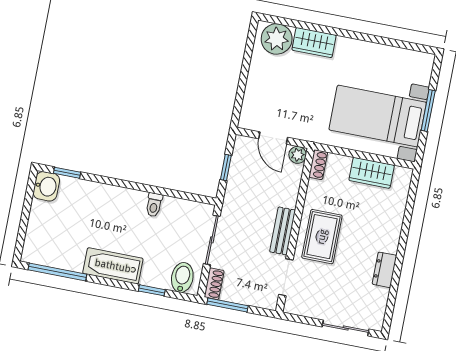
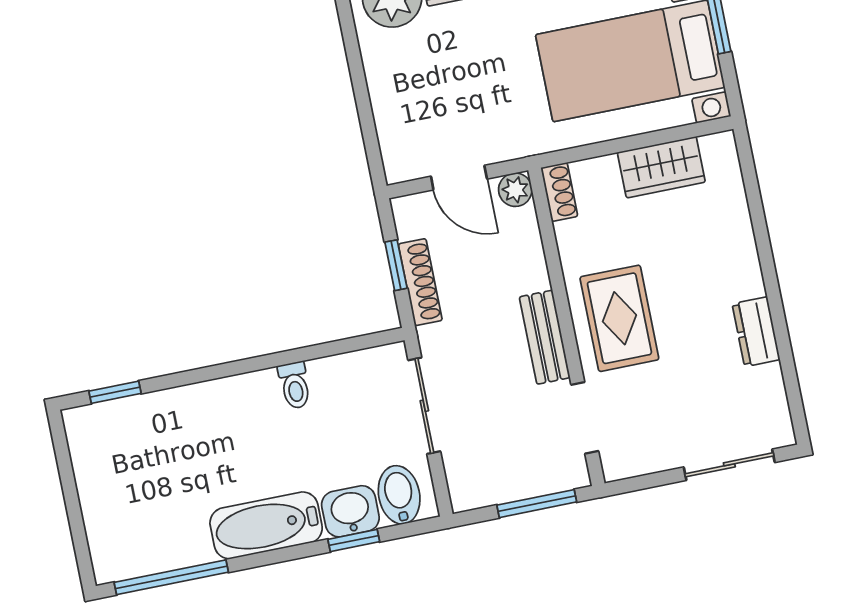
washbasin: (46, 186) -> (350, 511), moved, turned -90
shoe rack: (214, 284) -> (420, 282), moved, width x1.43
window: (228, 305) -> (537, 504), moved

